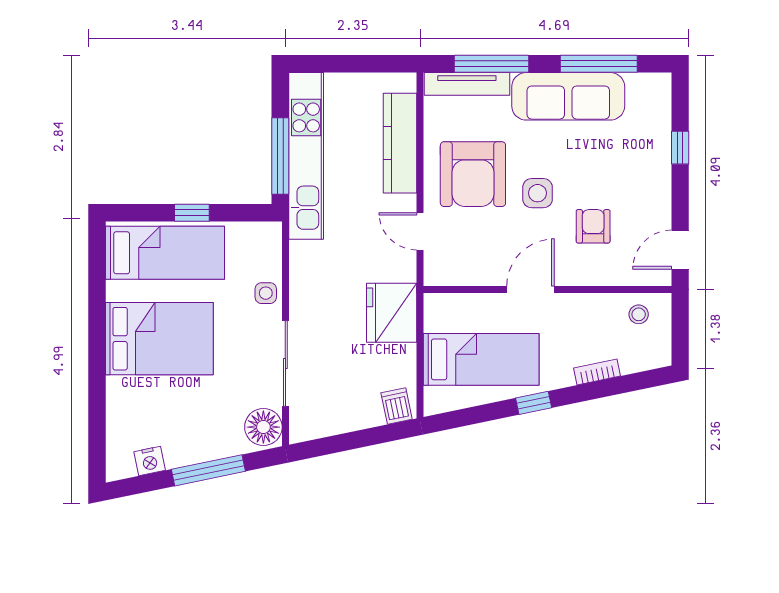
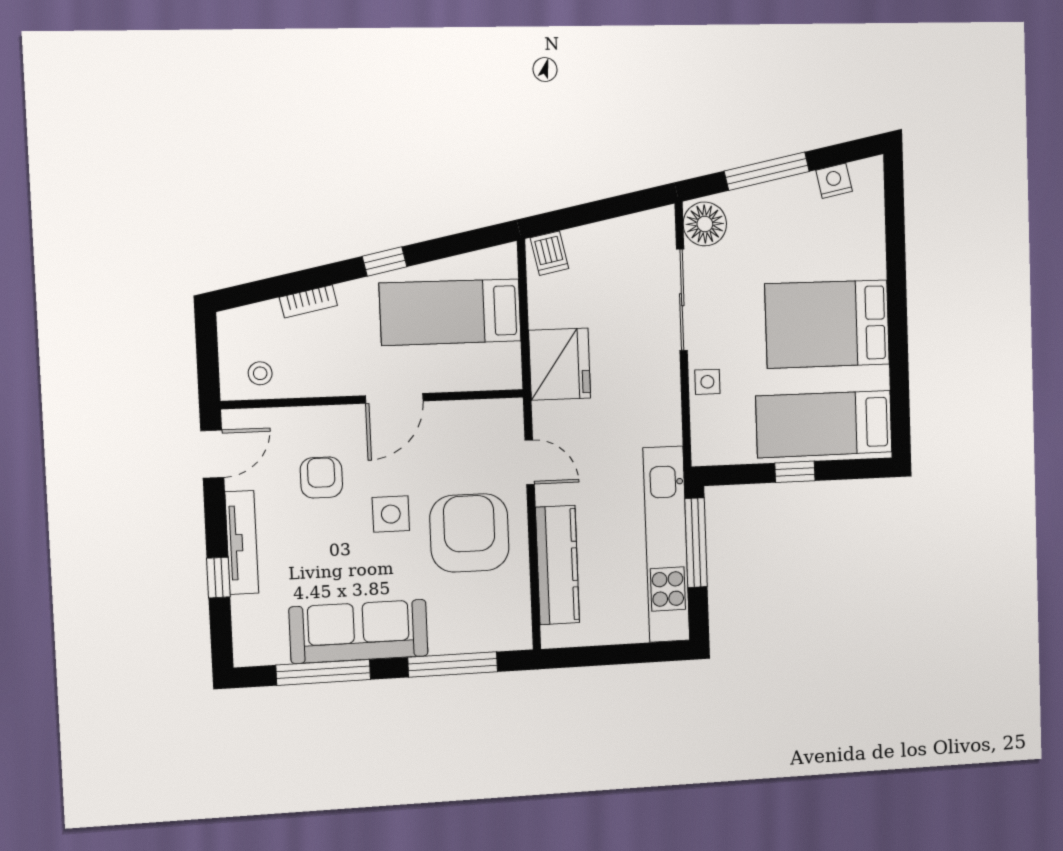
tv unit: (467, 84) -> (242, 543), moved, turned 90
armchair: (593, 226) -> (321, 478), turned 180

